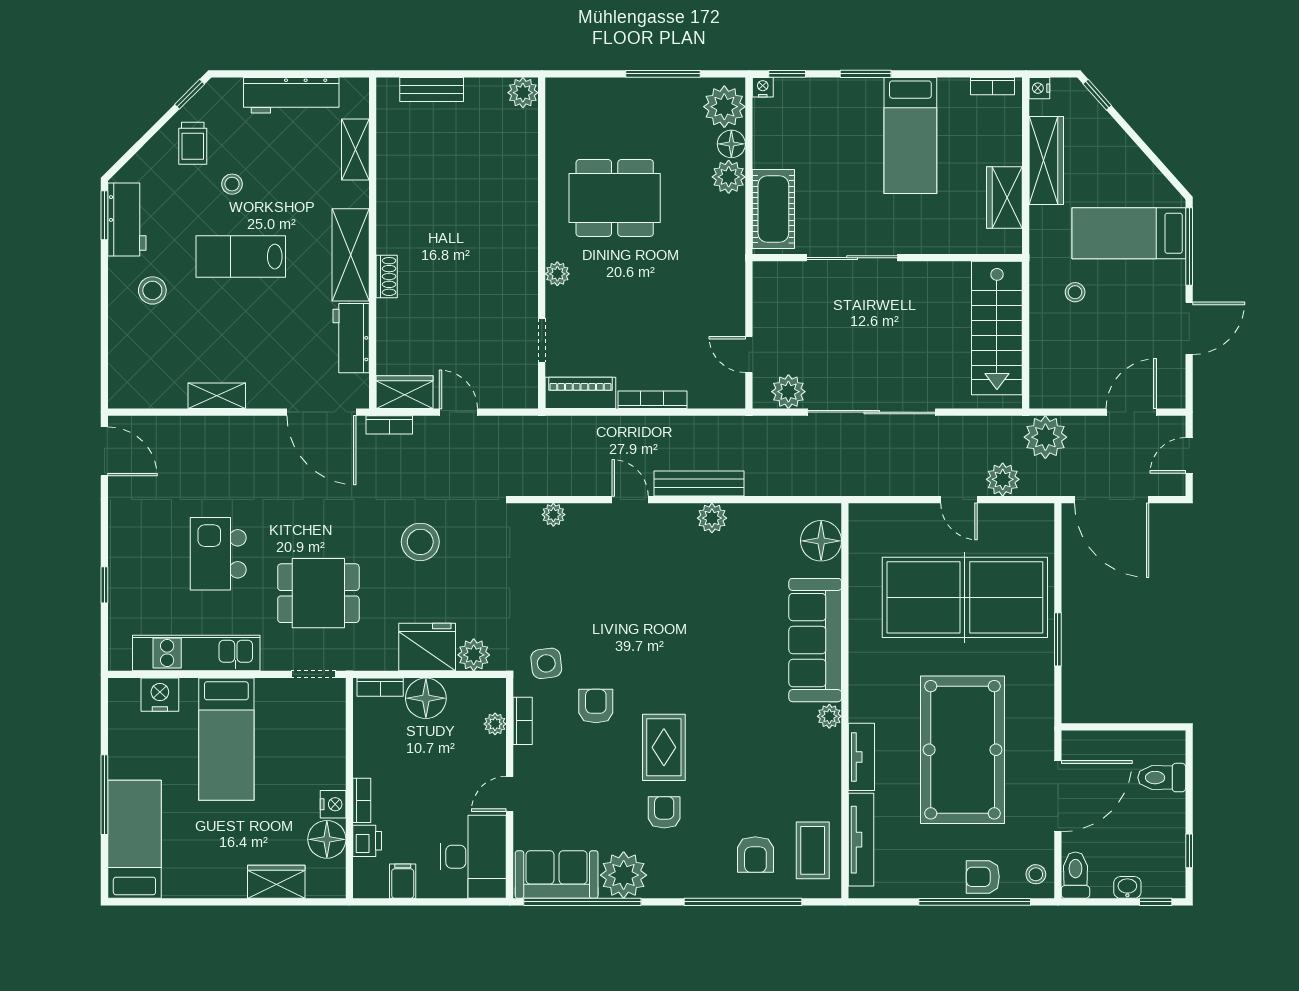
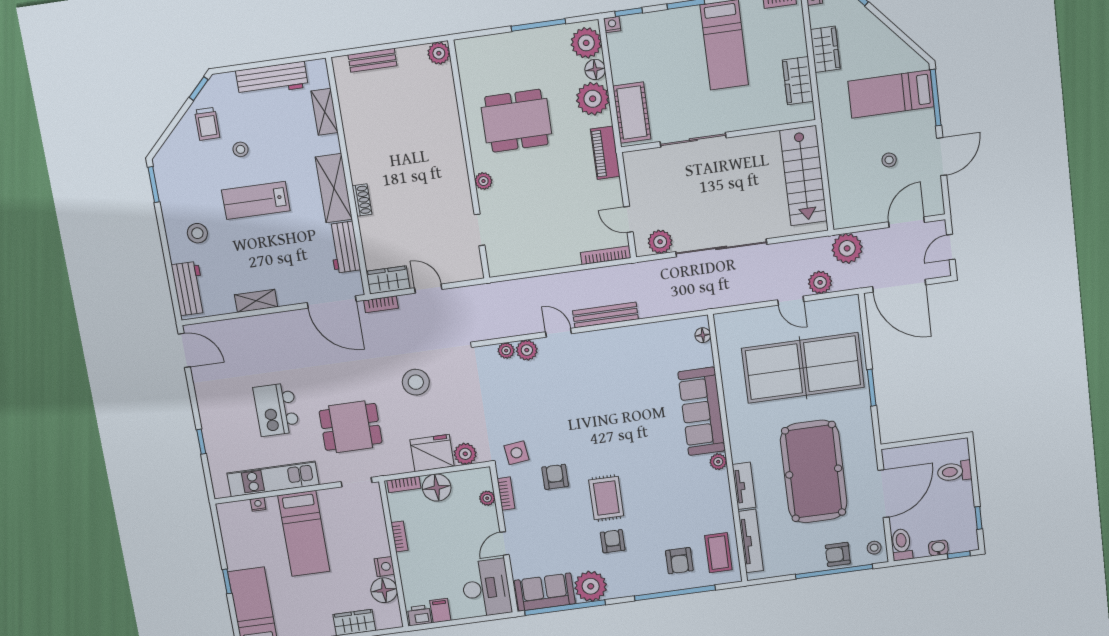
wardrobe: (1046, 160) -> (825, 49), width x0.67
plant: (729, 177) -> (593, 99), width x1.36, depth x1.36
workbench: (127, 220) -> (189, 289), moved
stool: (1075, 292) -> (889, 160), moved
piano: (580, 393) -> (605, 153), moved, turned -90
bookcase: (652, 400) -> (606, 255), moved
plant: (712, 518) -> (527, 350), moved
floor lamp: (821, 541) -> (703, 335), width x0.53, depth x0.53
nightstand: (160, 695) -> (258, 504), width x0.53, depth x0.56
window: (104, 795) -> (227, 581), width x0.46
bookcase: (362, 800) -> (400, 536), moved
printer: (367, 841) -> (419, 615), moved, turned -90

